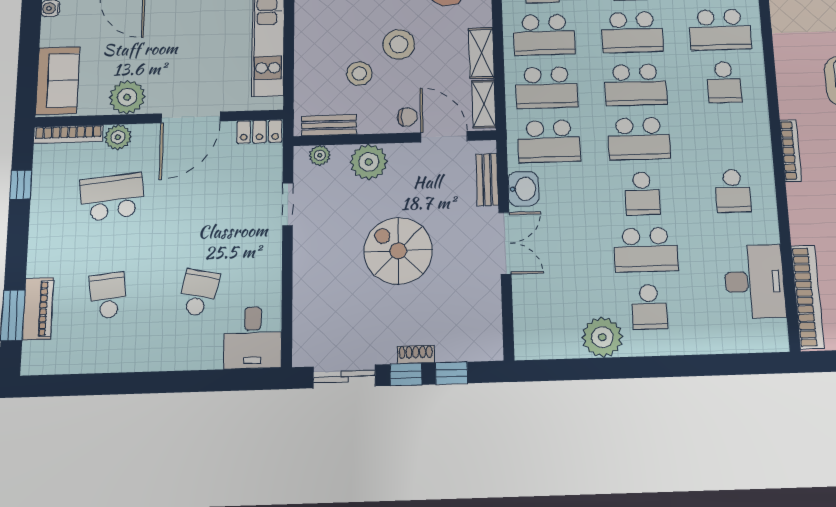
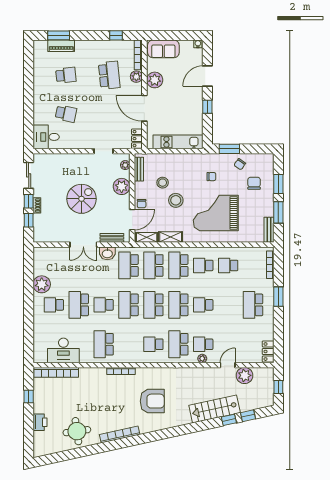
school desk: (733, 191) -> (104, 344), width x1.85

